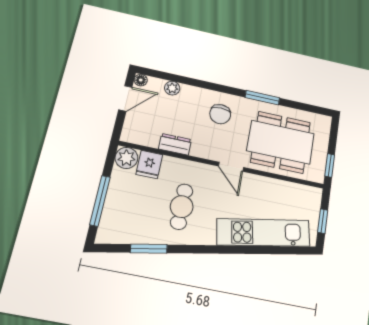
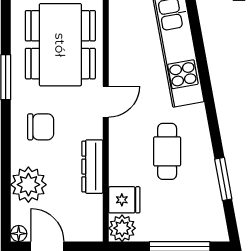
plant: (172, 88) -> (28, 185), width x1.87, depth x1.87
dresser: (175, 144) -> (92, 167), width x1.44
cafe table: (182, 207) -> (167, 151), turned 90

